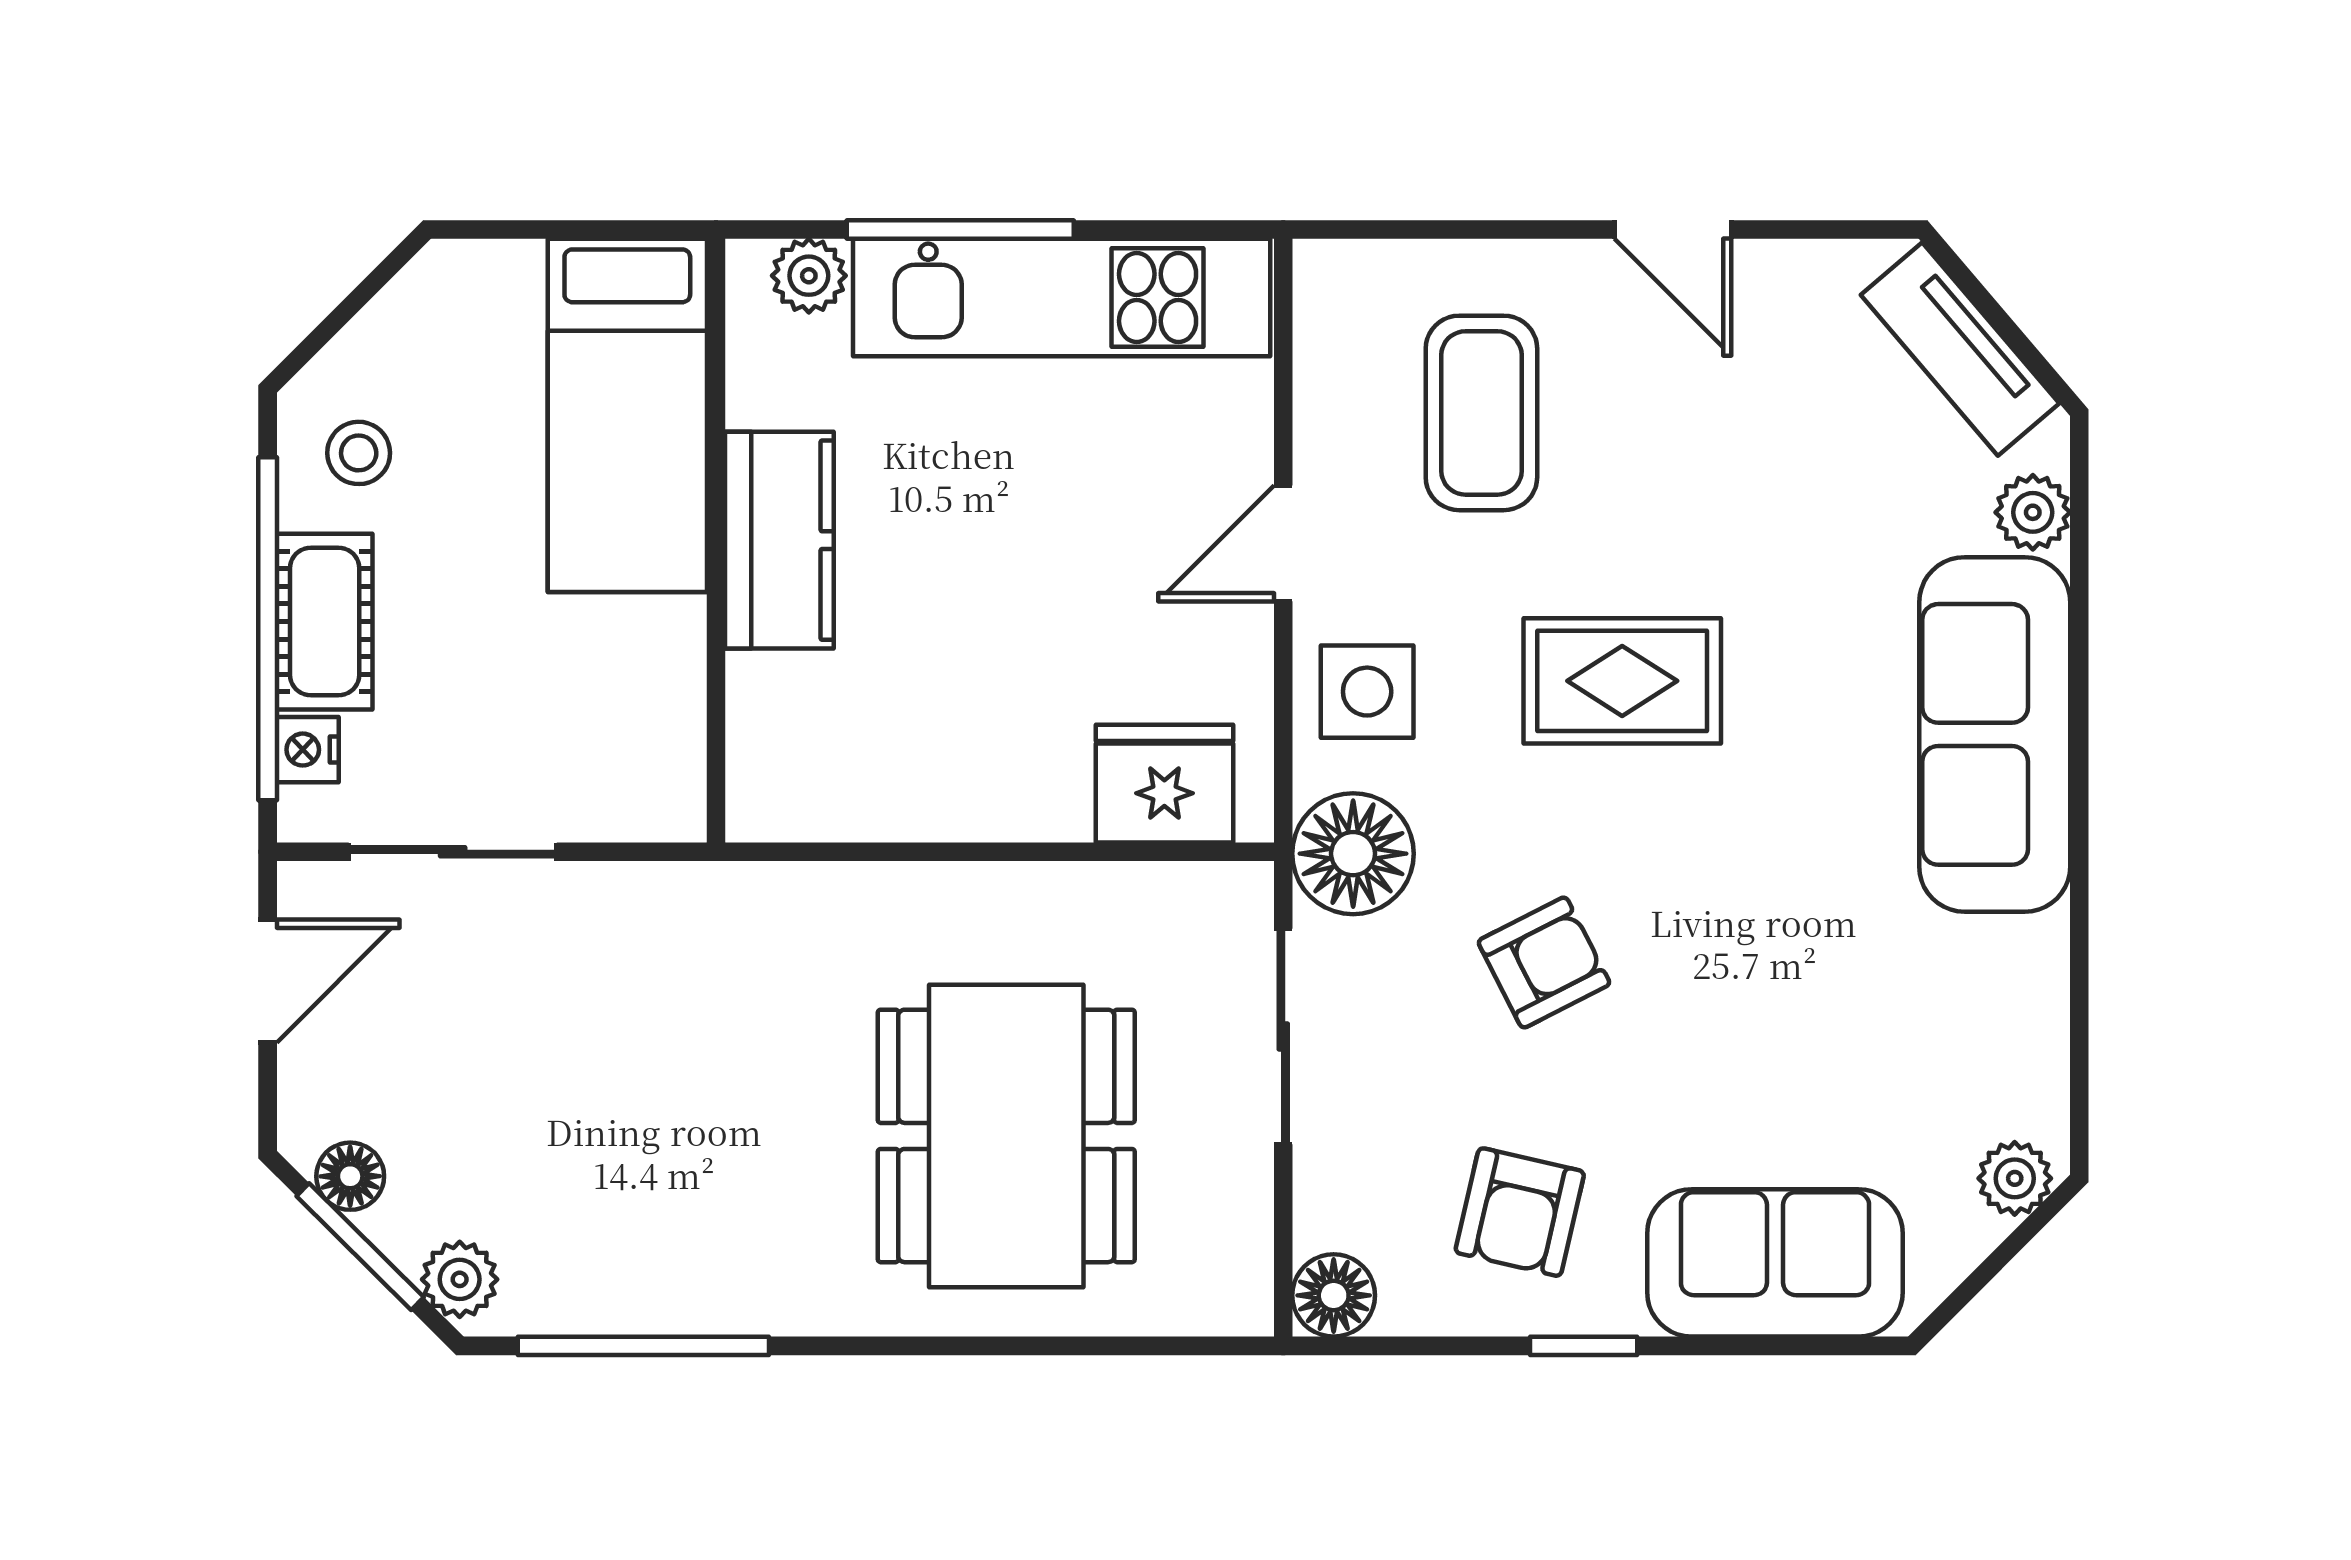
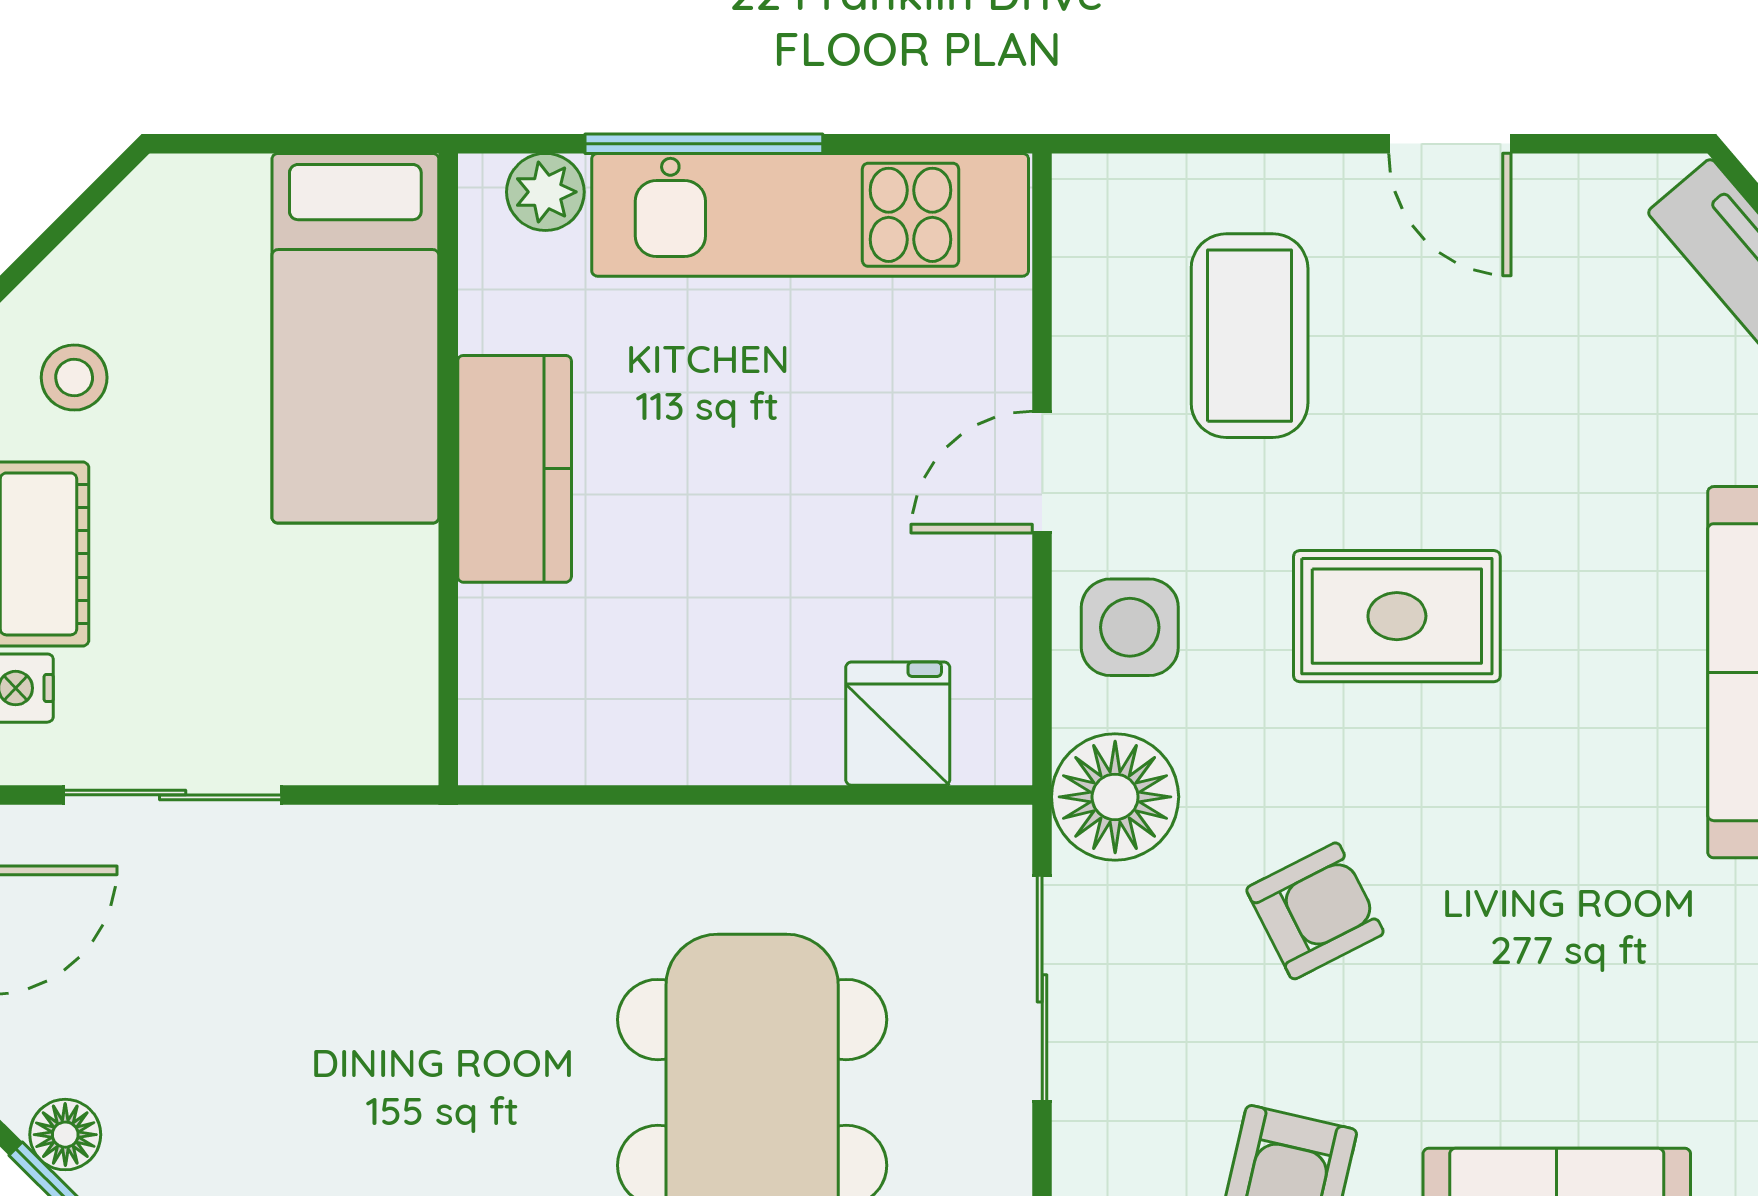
fridge: (1164, 784) -> (898, 724), width x0.72

